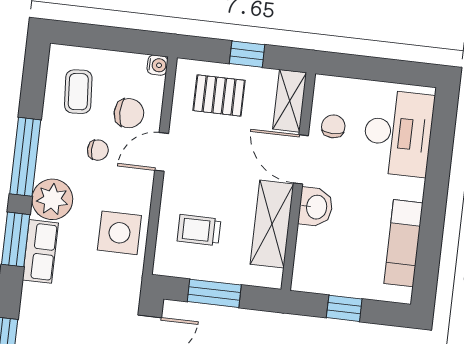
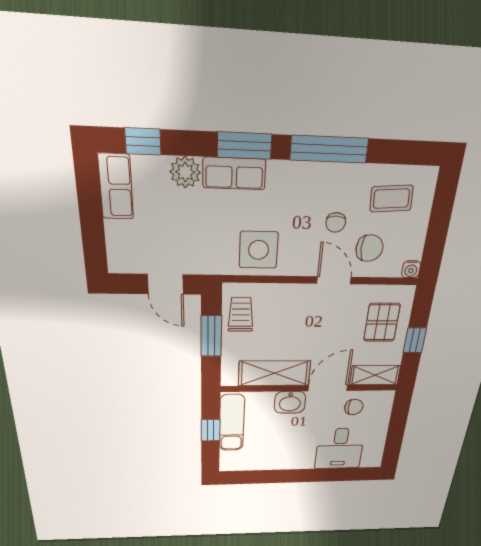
chair: (129, 113) -> (369, 248), turned -90
desk: (398, 133) -> (340, 449), width x0.73
plant: (52, 199) -> (185, 172), moved, width x0.73, depth x0.73
trolley: (199, 230) -> (241, 314), moved
exam couch: (403, 243) -> (232, 423), moved, turned 90

